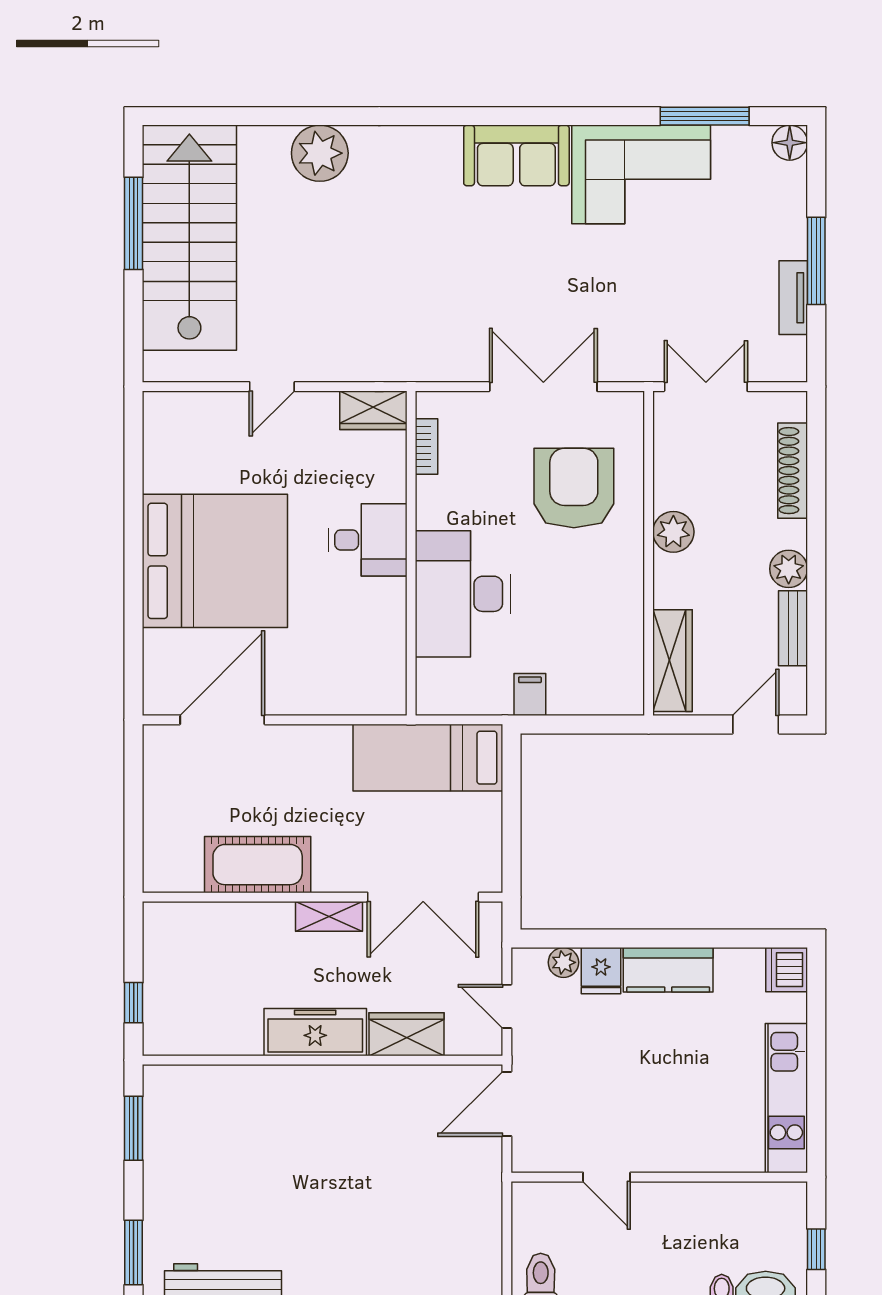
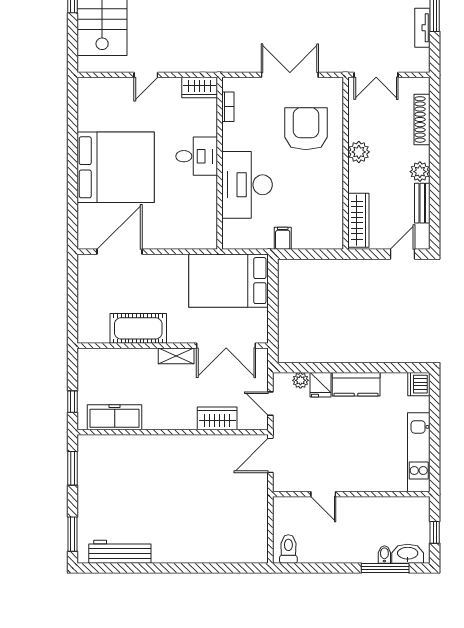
double door: (706, 387) -> (376, 75), swing flipped
bed: (428, 758) -> (229, 281), width x1.50
freezer: (315, 1032) -> (115, 417), moved

